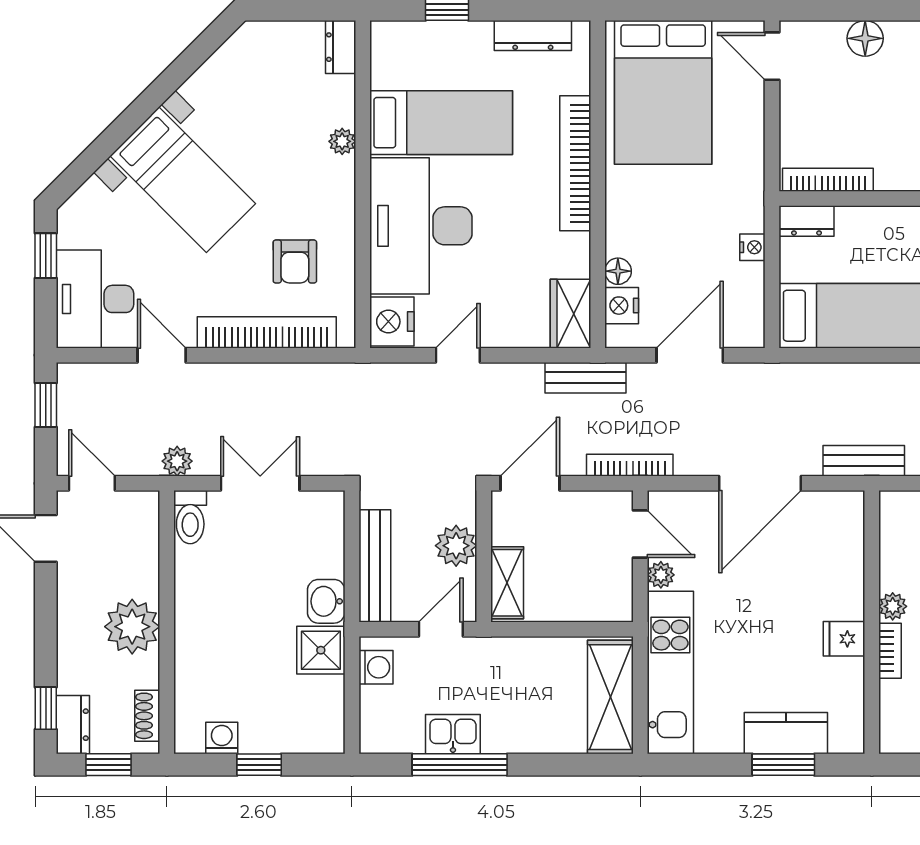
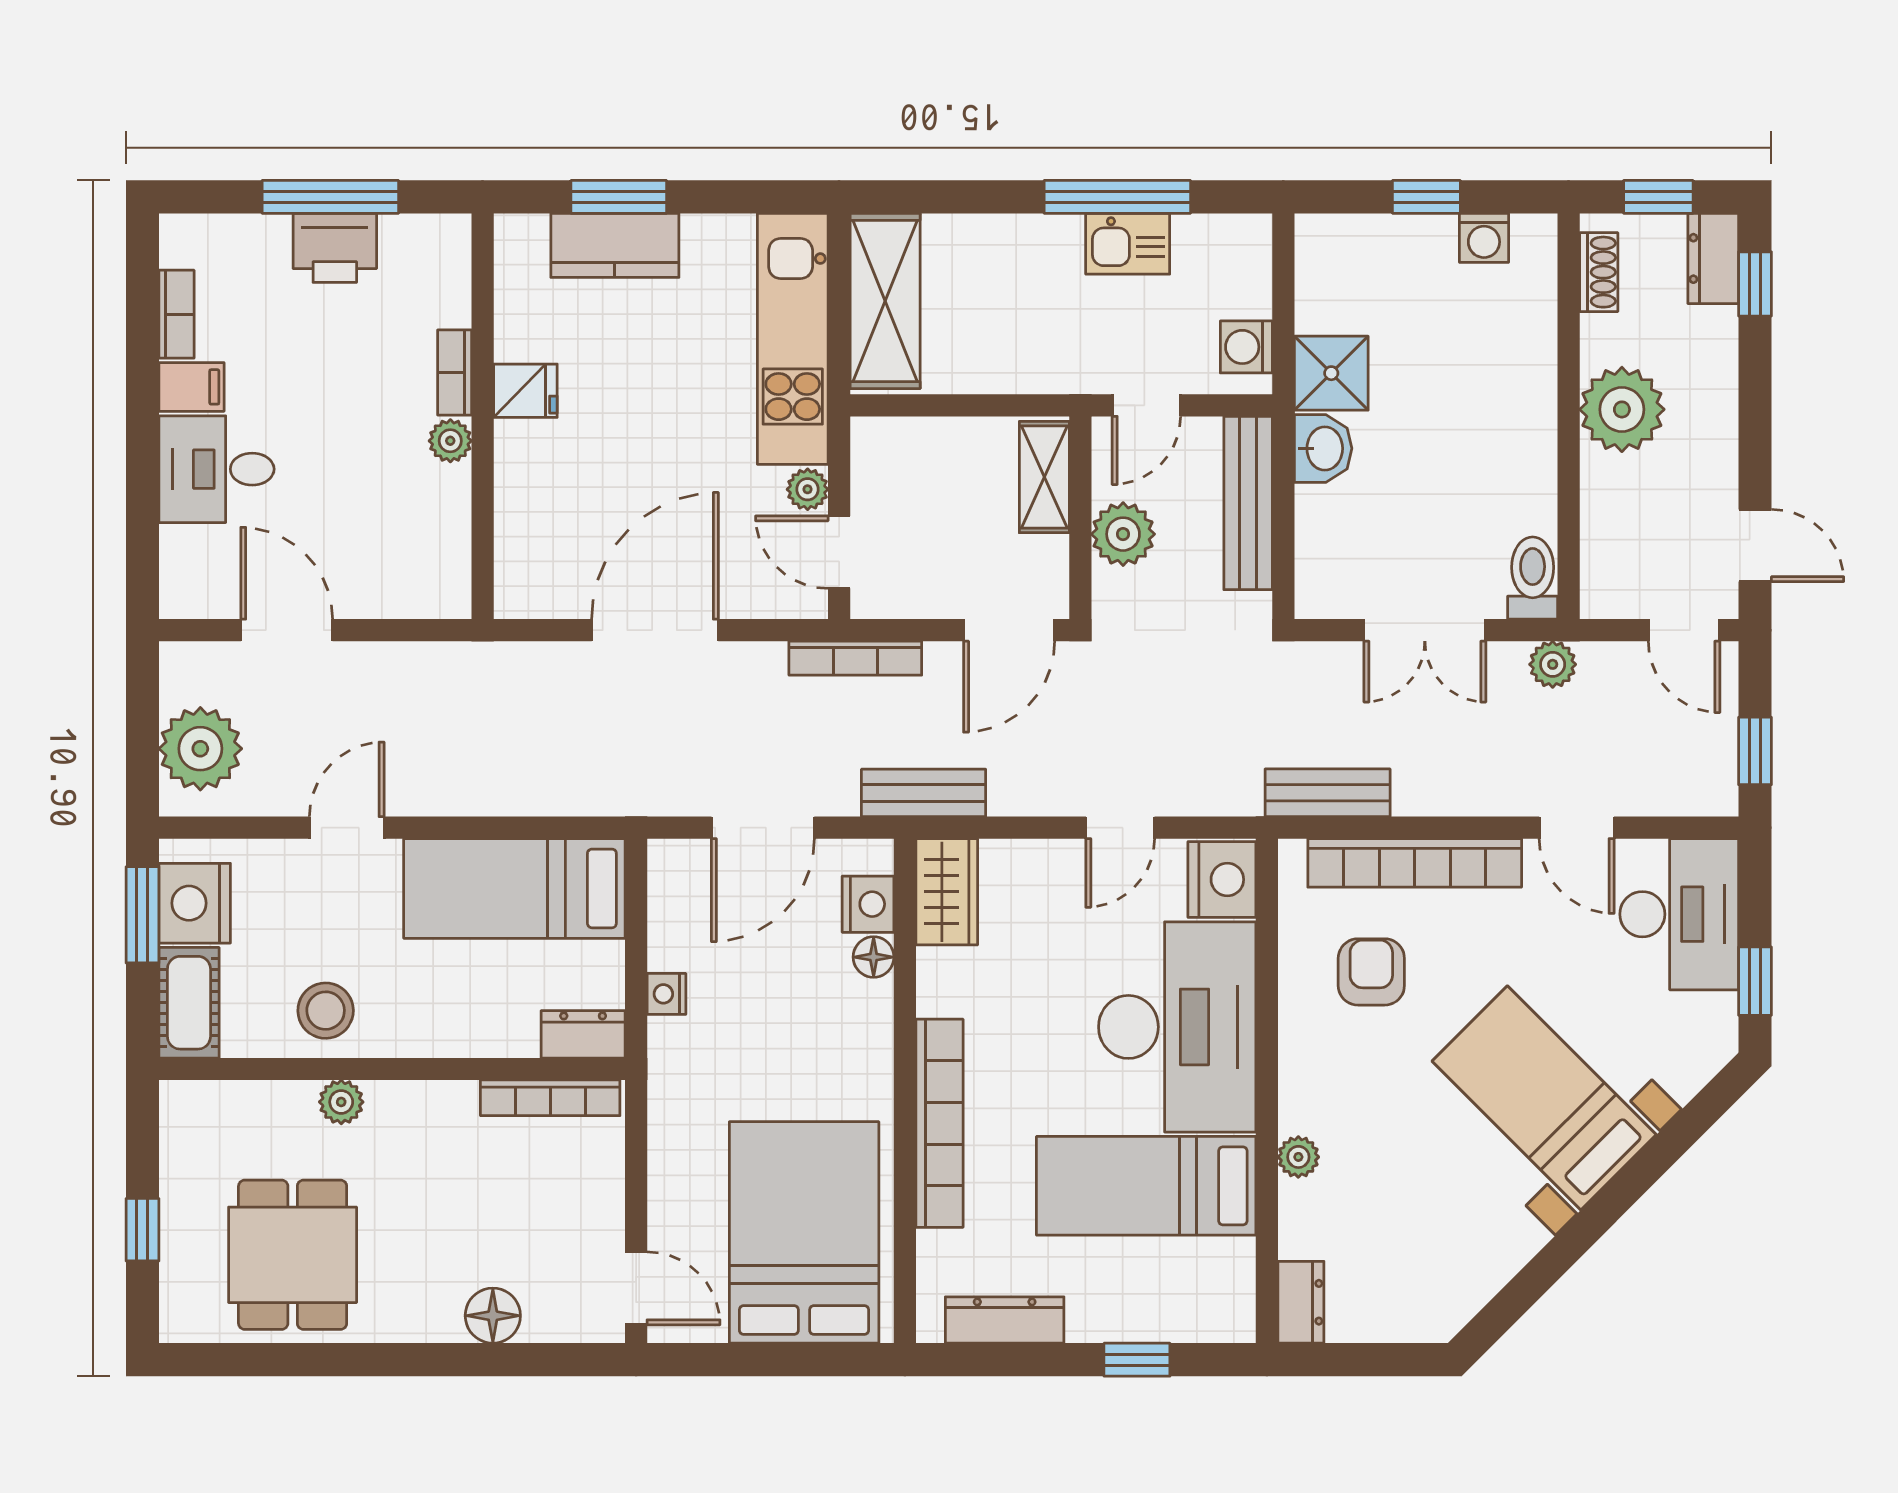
bench: (864, 461) -> (1328, 793), moved

